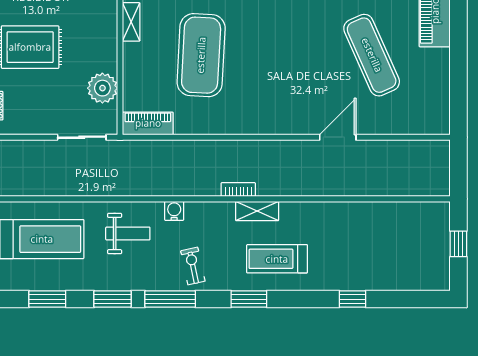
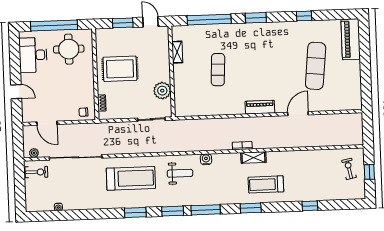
exercise mat: (201, 55) -> (218, 70), width x0.50, depth x0.69
exercise mat: (372, 55) -> (316, 66), turned 30
piano: (148, 123) -> (260, 107), moved
exercise bike: (193, 266) -> (349, 169), moved

